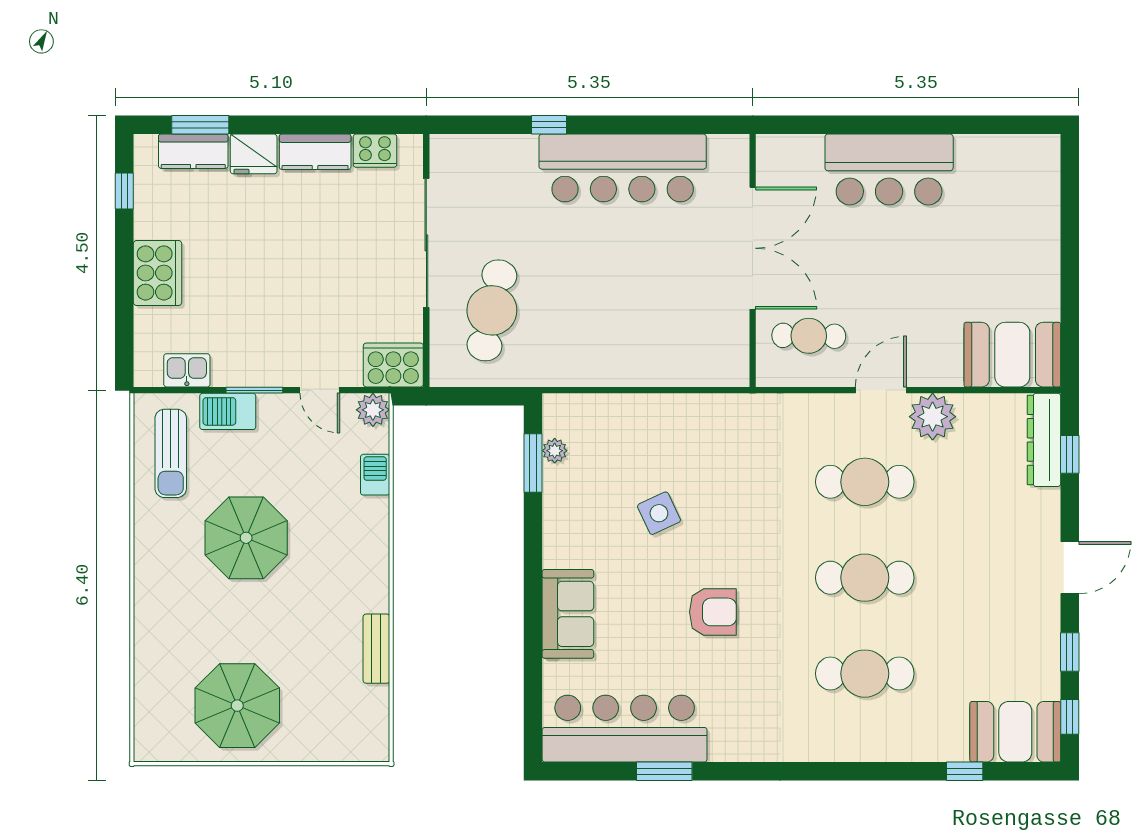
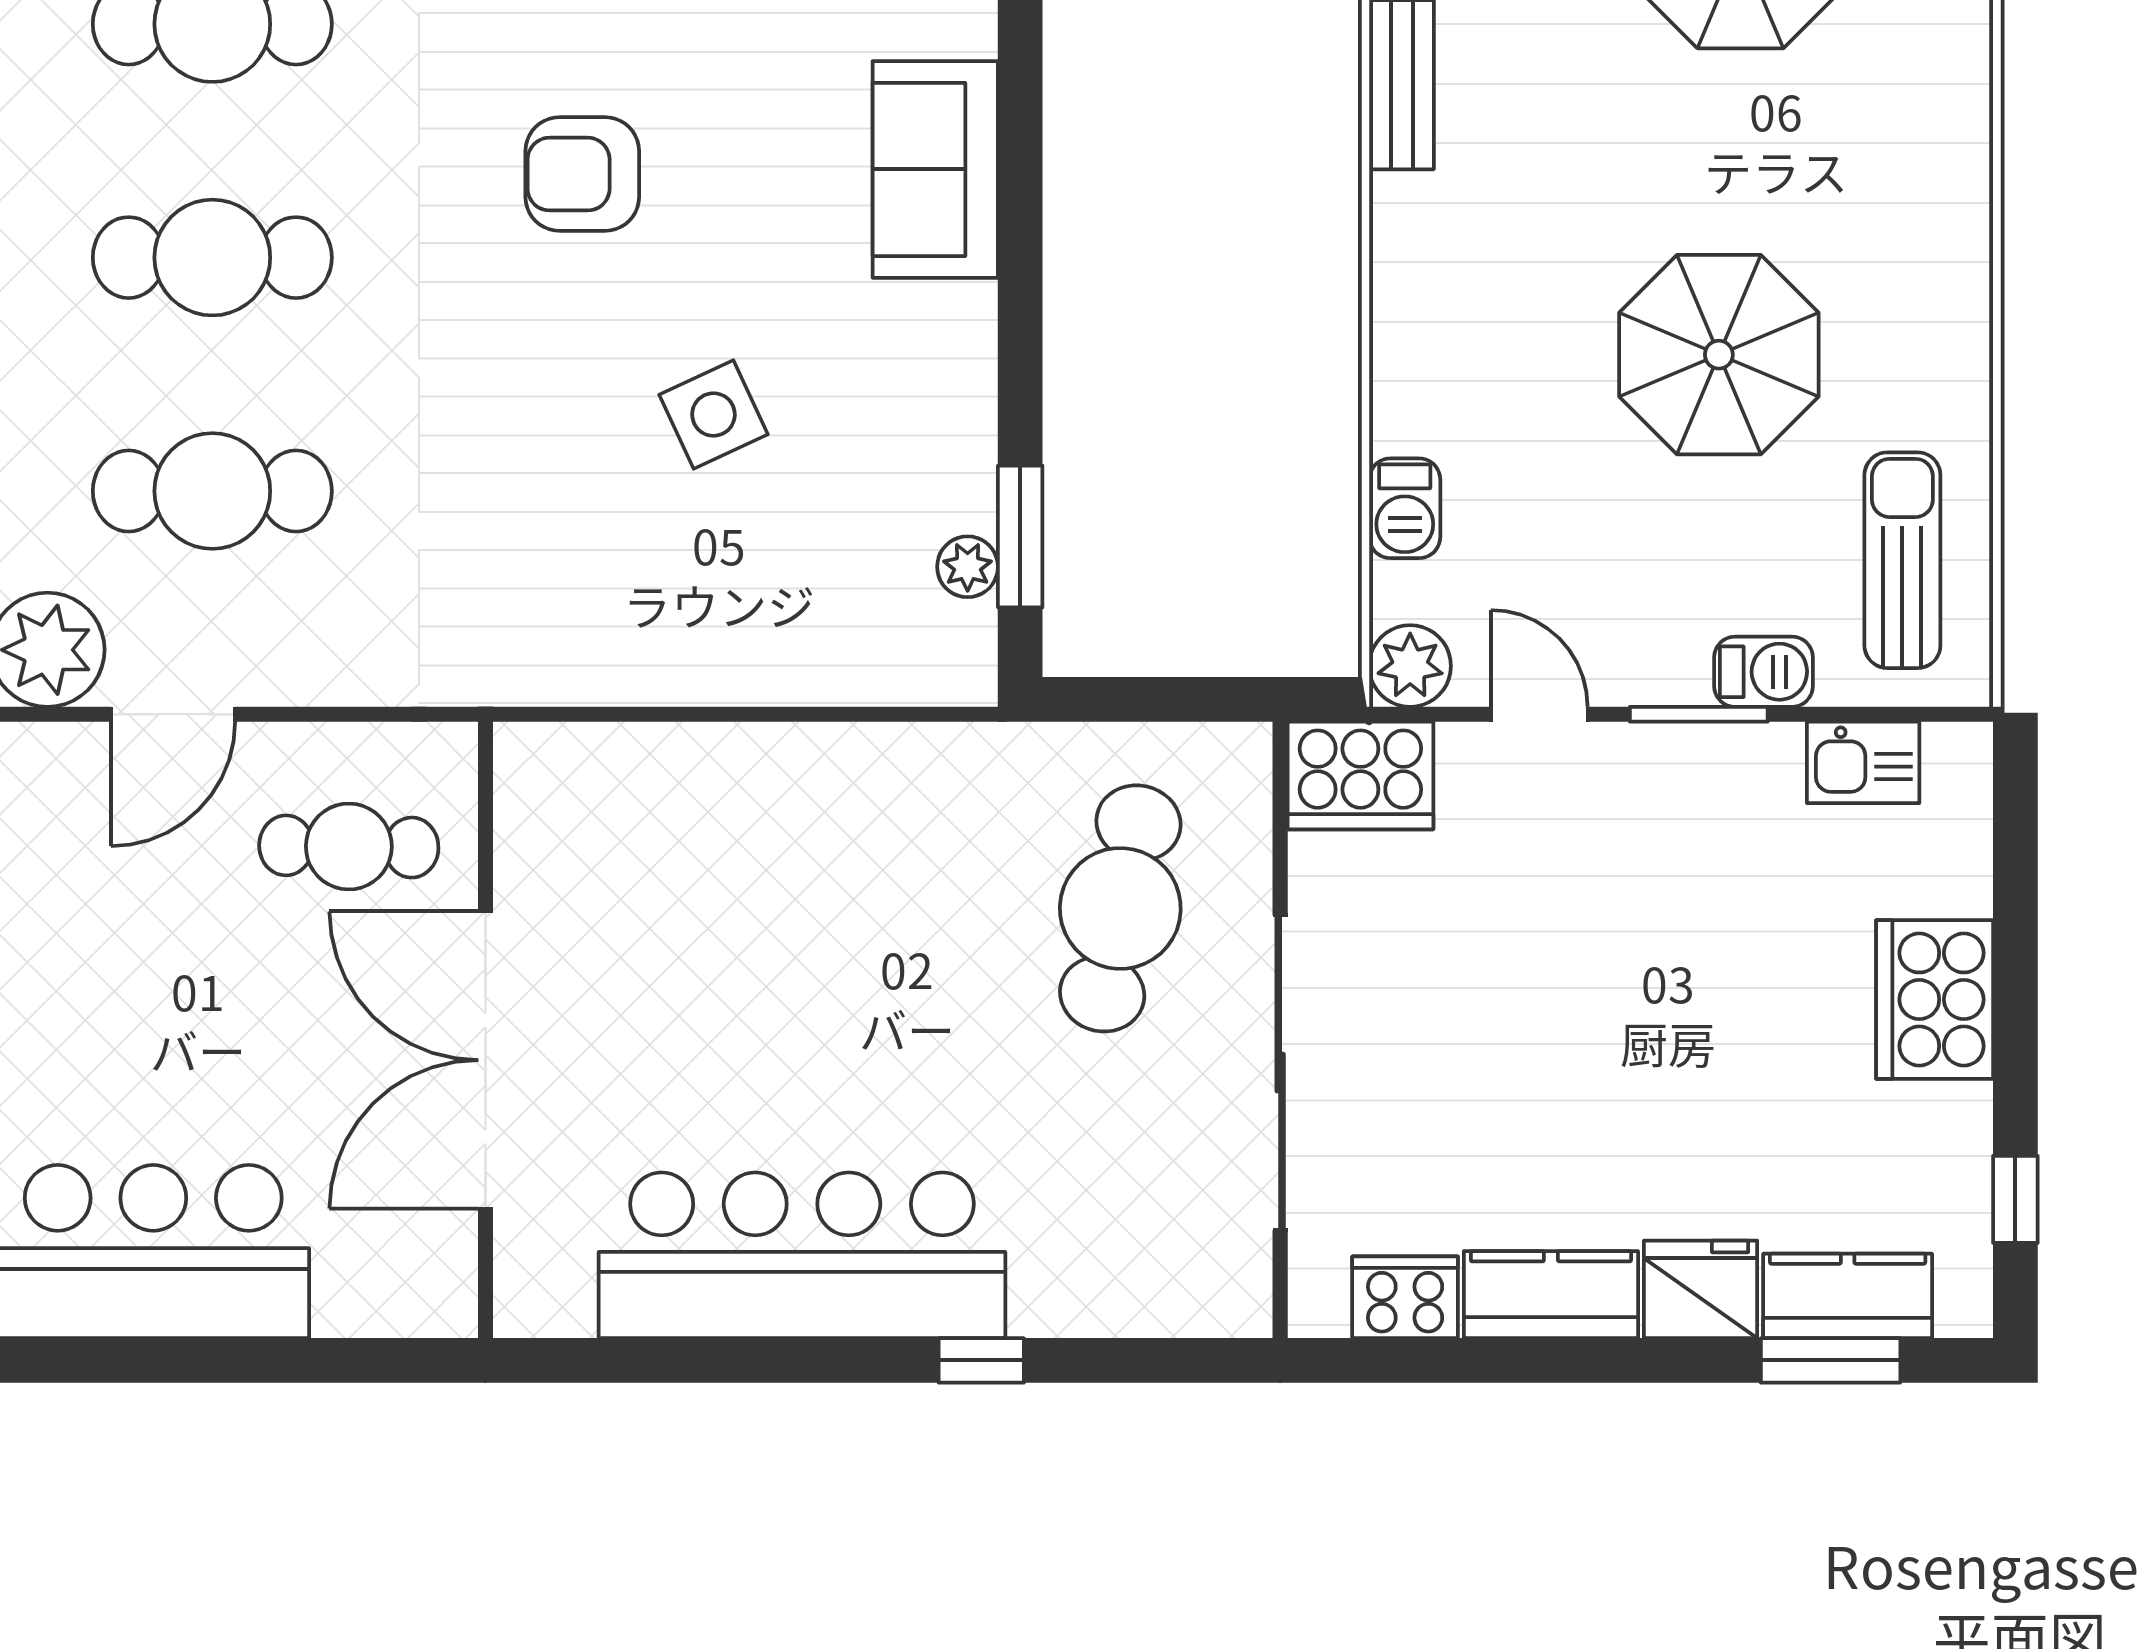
barbecue: (228, 411) -> (1764, 672), width x0.73, depth x0.79

